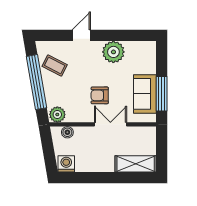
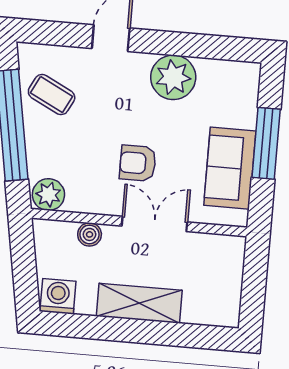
window: (162, 94) -> (266, 143), moved
boiler: (67, 132) -> (90, 234), moved
shelving: (136, 164) -> (139, 303), moved

